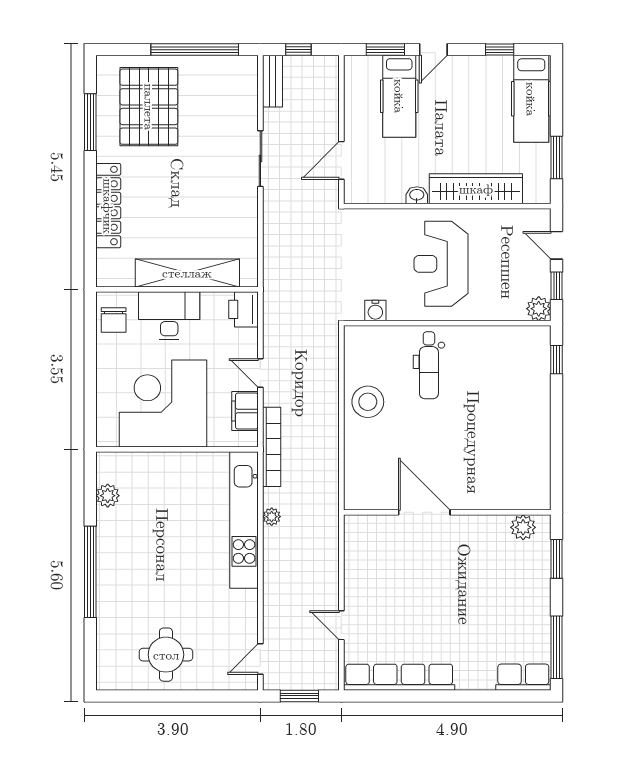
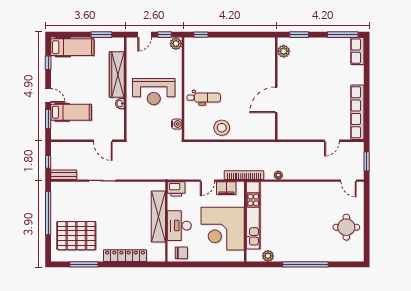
kitchen unit: (244, 520) -> (253, 215), moved, turned -90

